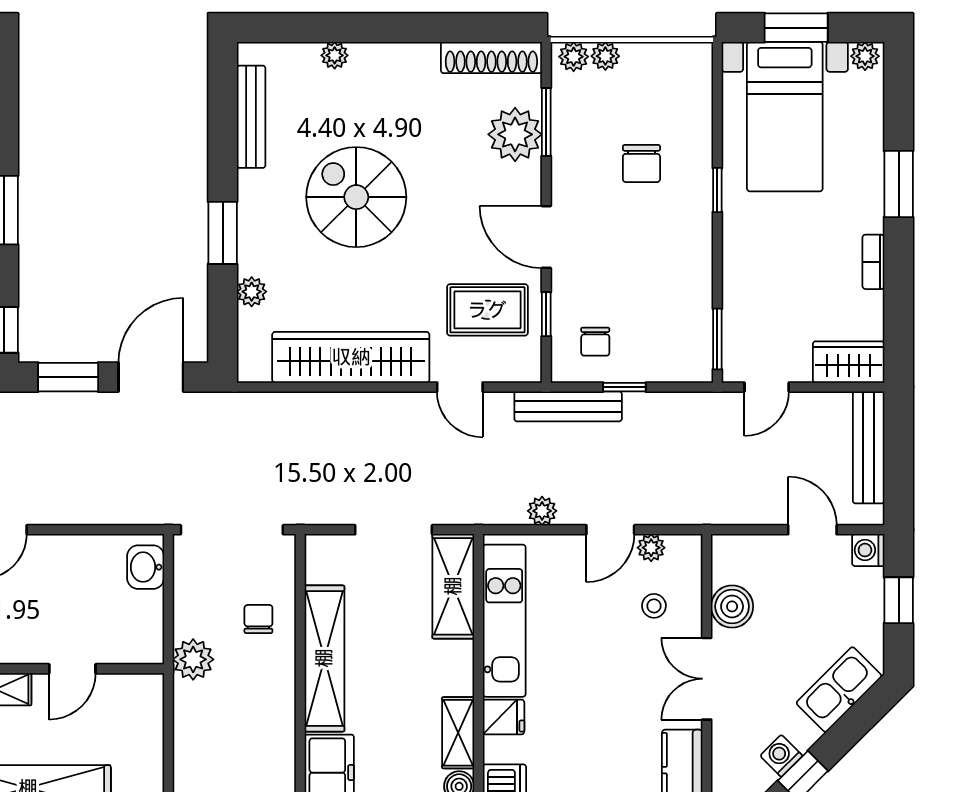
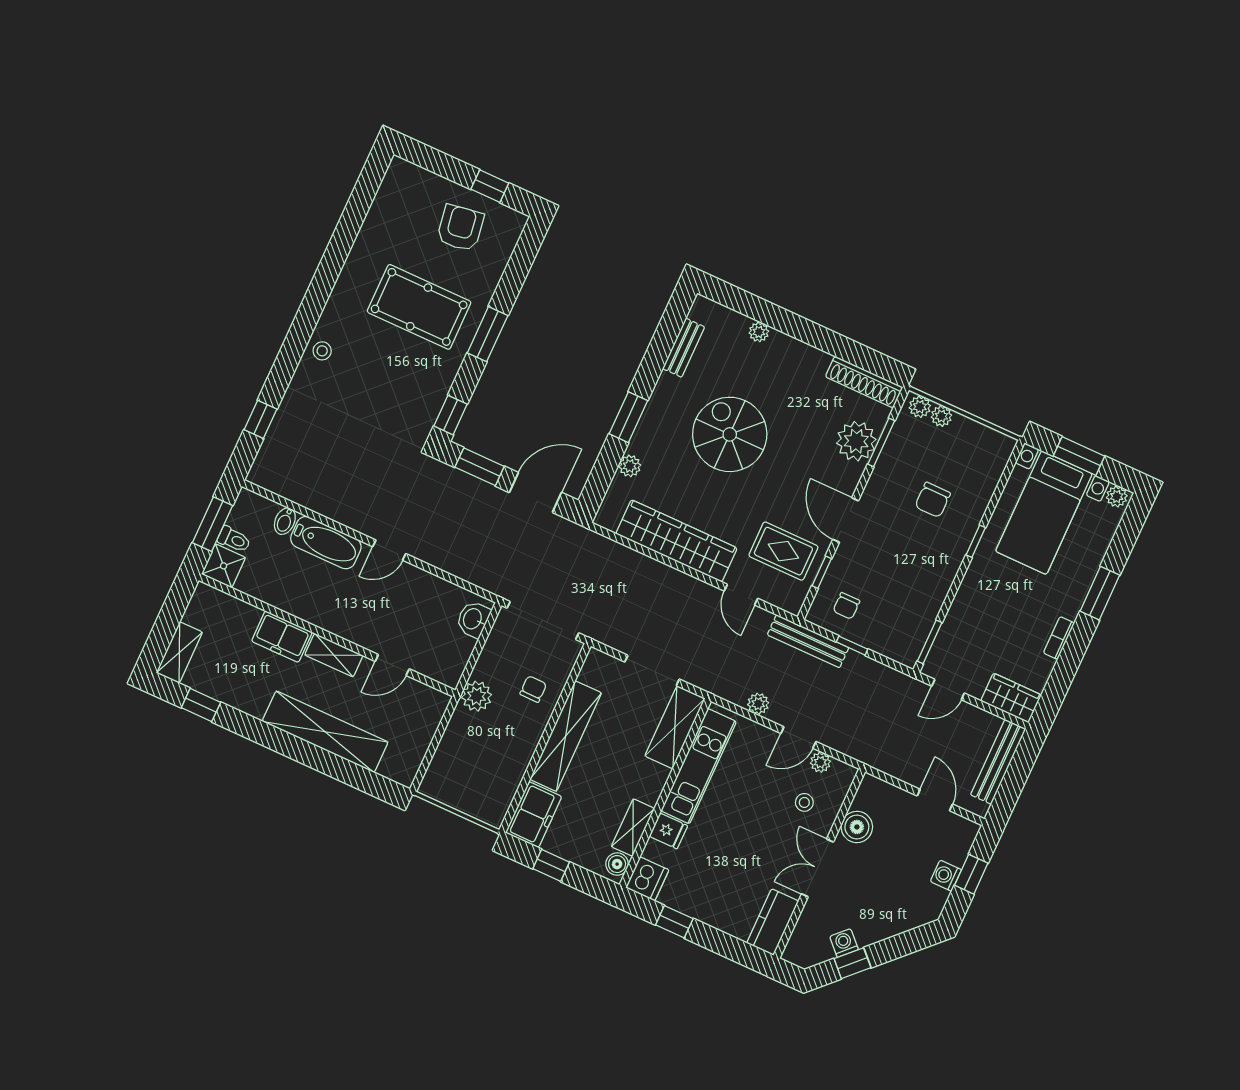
bench: (251, 117) -> (684, 348), width x0.73
washing machine: (868, 550) -> (946, 876), moved
kitchen sink: (839, 690) -> (903, 916), removed

